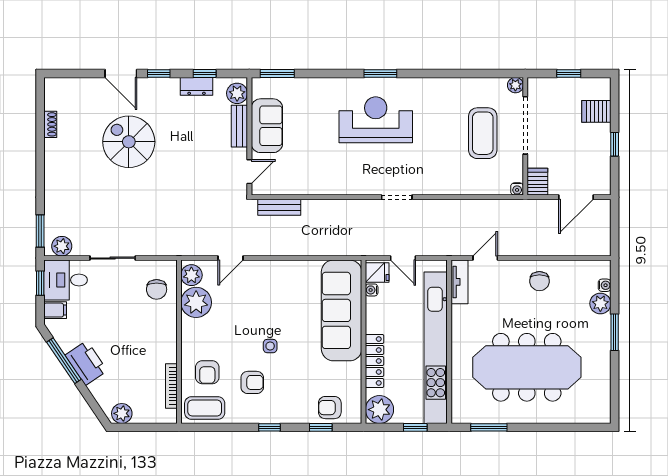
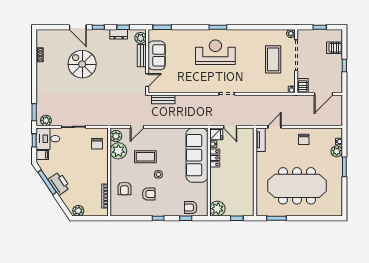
kitchen unit: (436, 348) -> (248, 175), removed
locker: (375, 361) -> (215, 158), moved, width x0.66
coffee table: (205, 408) -> (145, 157), moved

